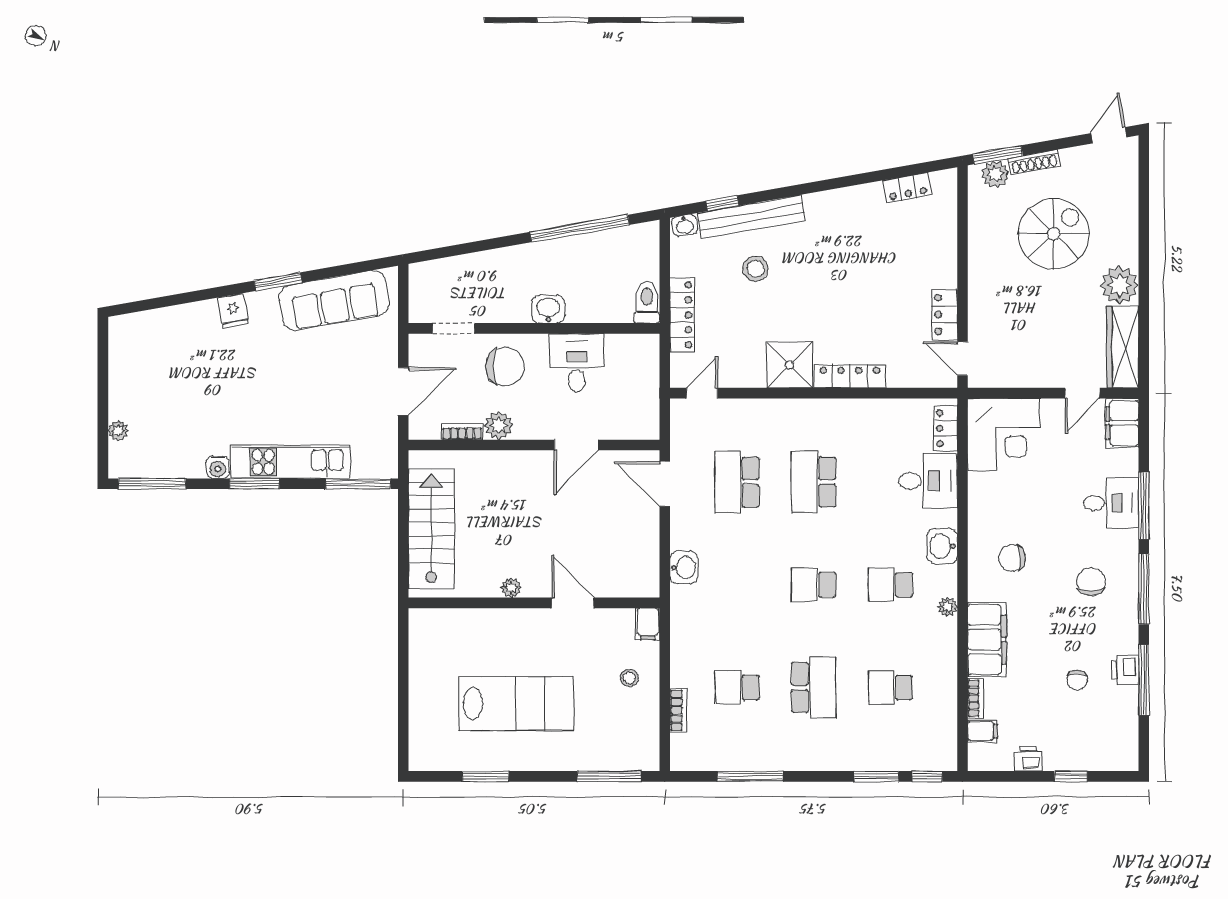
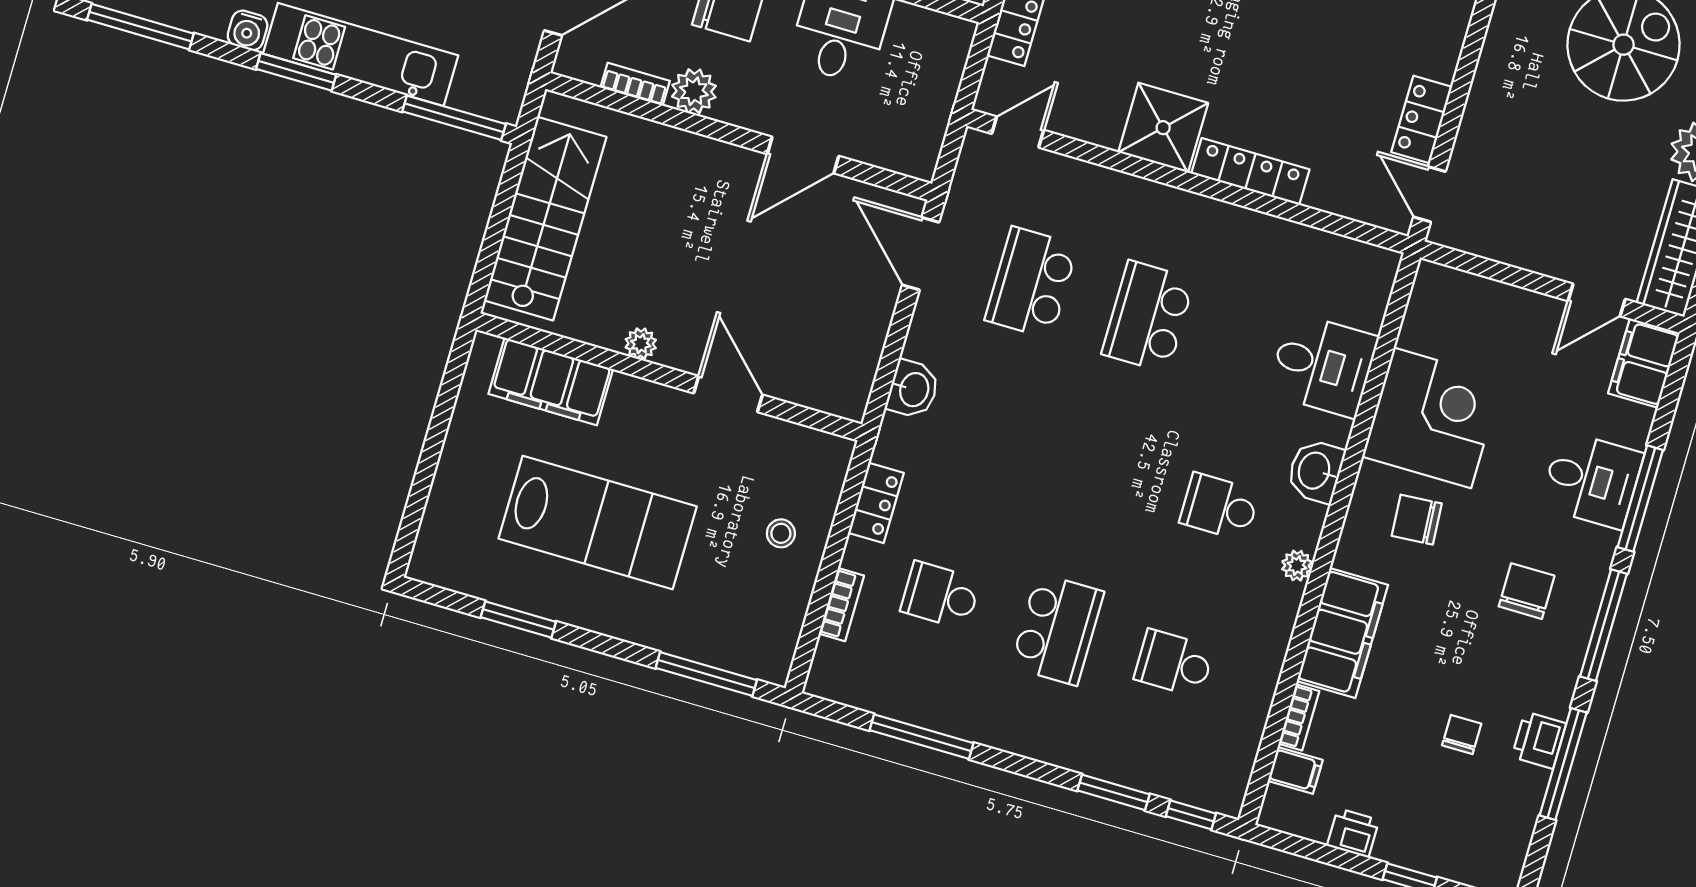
locker: (946, 428) -> (876, 503), moved, turned 180
corner desk: (1004, 434) -> (1432, 418), moved, turned -90
school desk: (814, 585) -> (1103, 473), removed
filing cabinet: (648, 624) -> (551, 382), moved, width x3.00, depth x1.17
chair: (1077, 680) -> (1462, 735), turned 180

